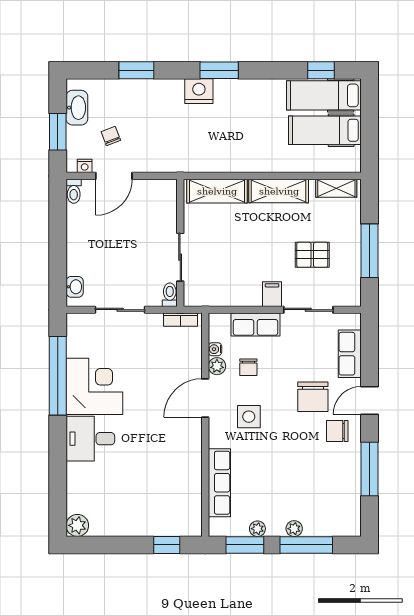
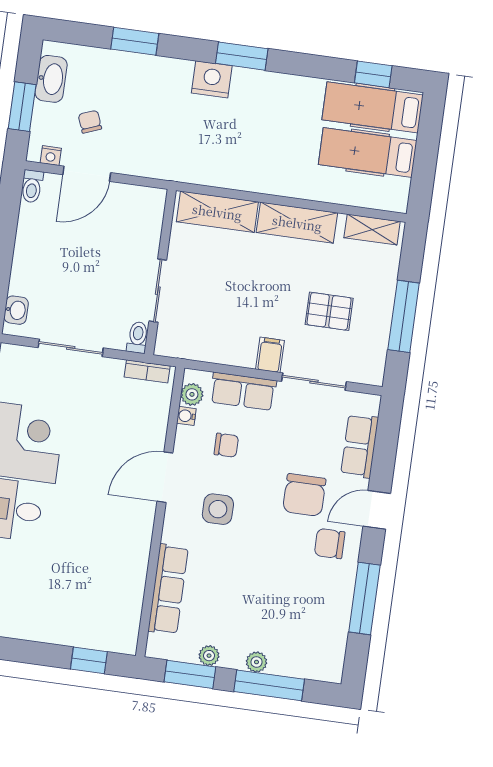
plant: (217, 366) -> (192, 394), moved
chair: (248, 367) -> (226, 445), turned -90

